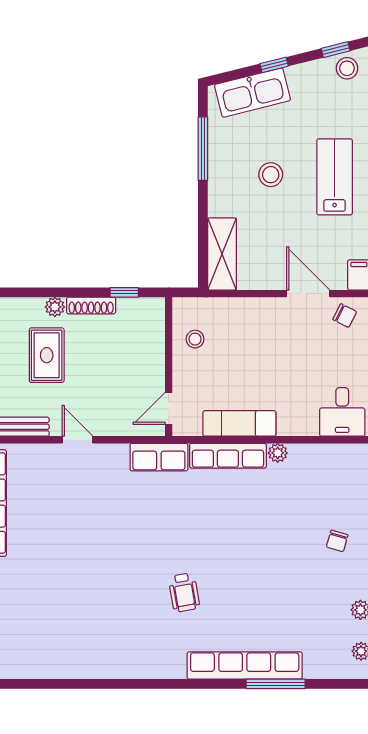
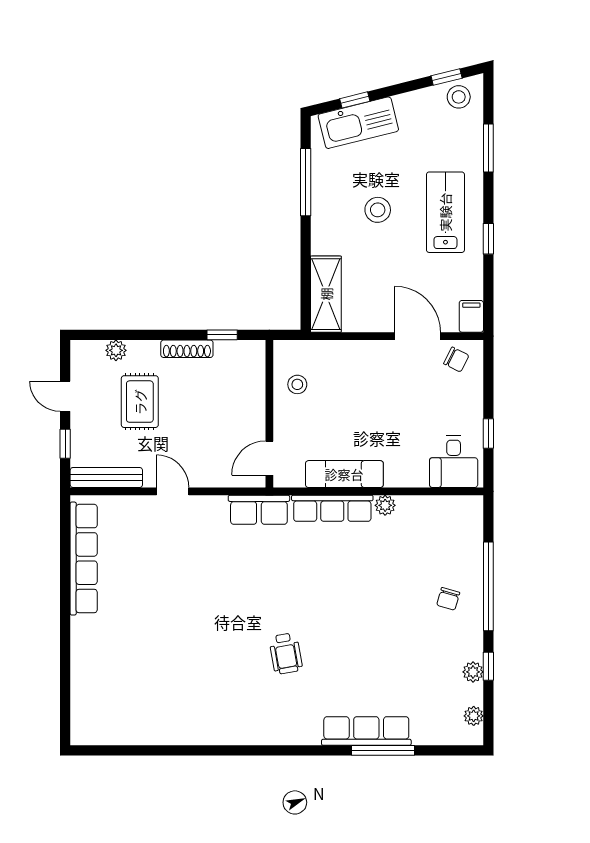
window: (274, 65) -> (355, 100), moved
plant: (55, 307) -> (116, 350), moved
row of seats: (245, 665) -> (366, 731), width x0.73

